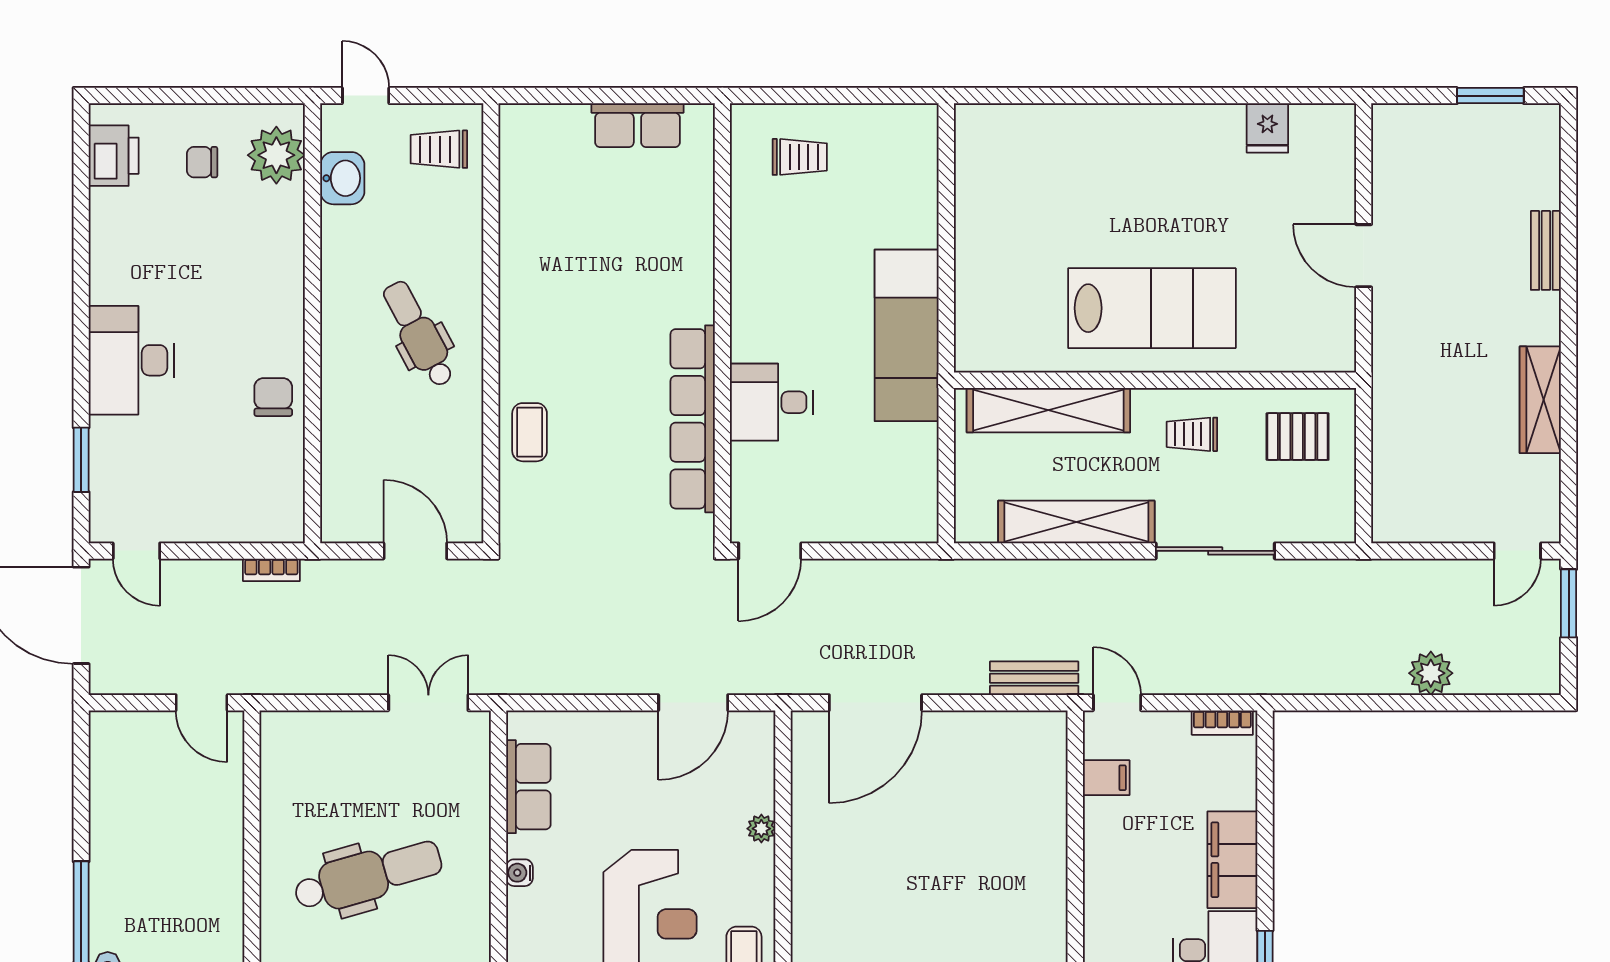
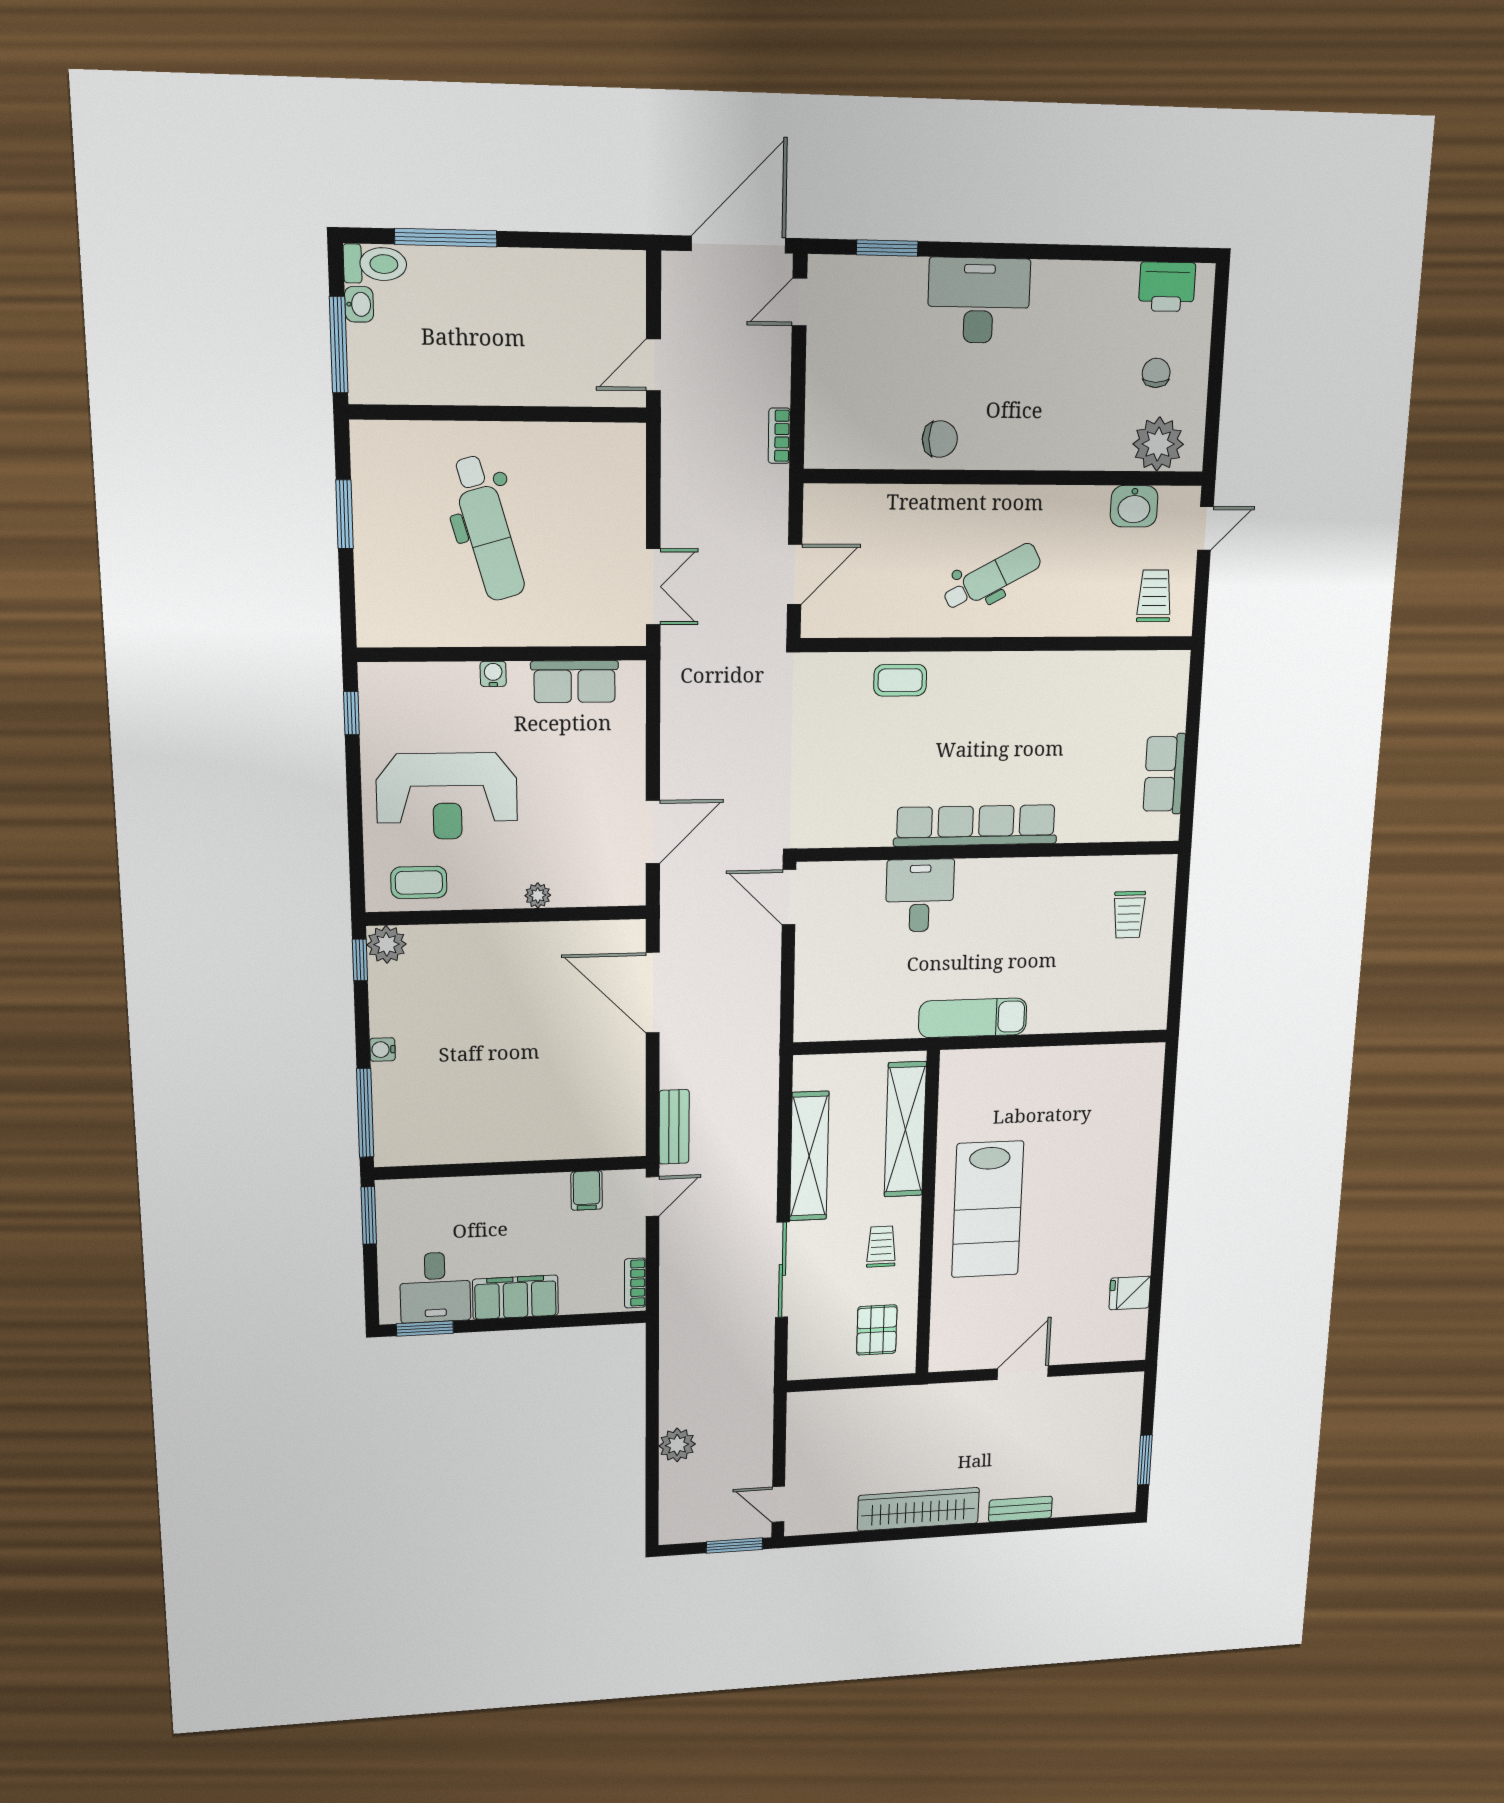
exam couch: (907, 335) -> (973, 1018), width x0.73, depth x0.69
wardrobe: (1540, 400) -> (918, 1509), width x1.40, depth x1.17
row of seats: (693, 419) -> (976, 825), moved
door: (693, 703) -> (653, 832), swing flipped

